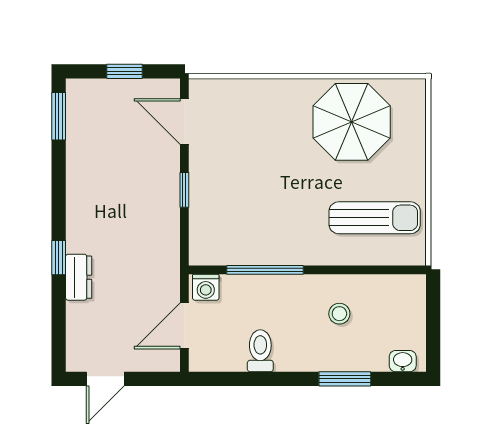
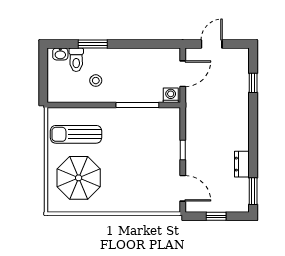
parasol: (352, 122) -> (79, 178), moved
window: (59, 258) -> (253, 83), moved
dresser: (79, 277) -> (242, 164), moved
toilet: (260, 351) -> (76, 60), moved
door: (105, 379) -> (212, 44), moved

